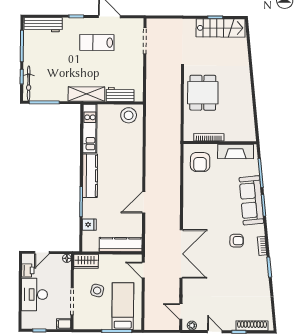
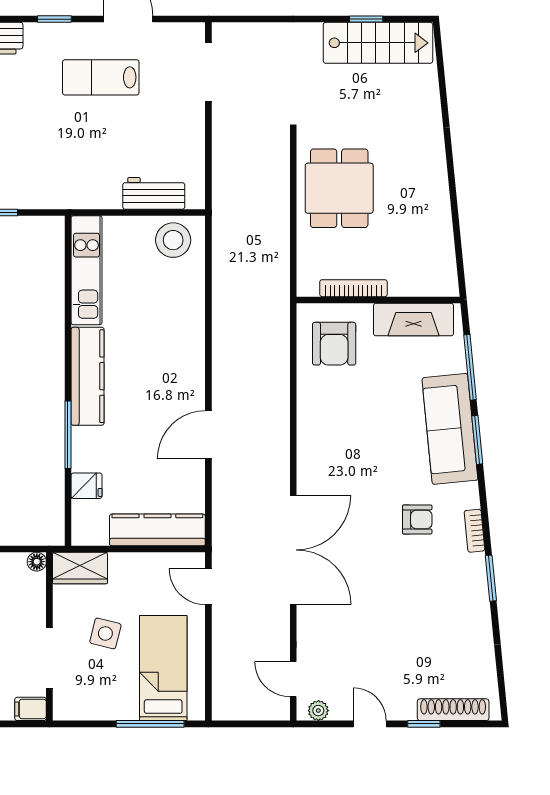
shelving: (86, 94) -> (78, 193), removed

